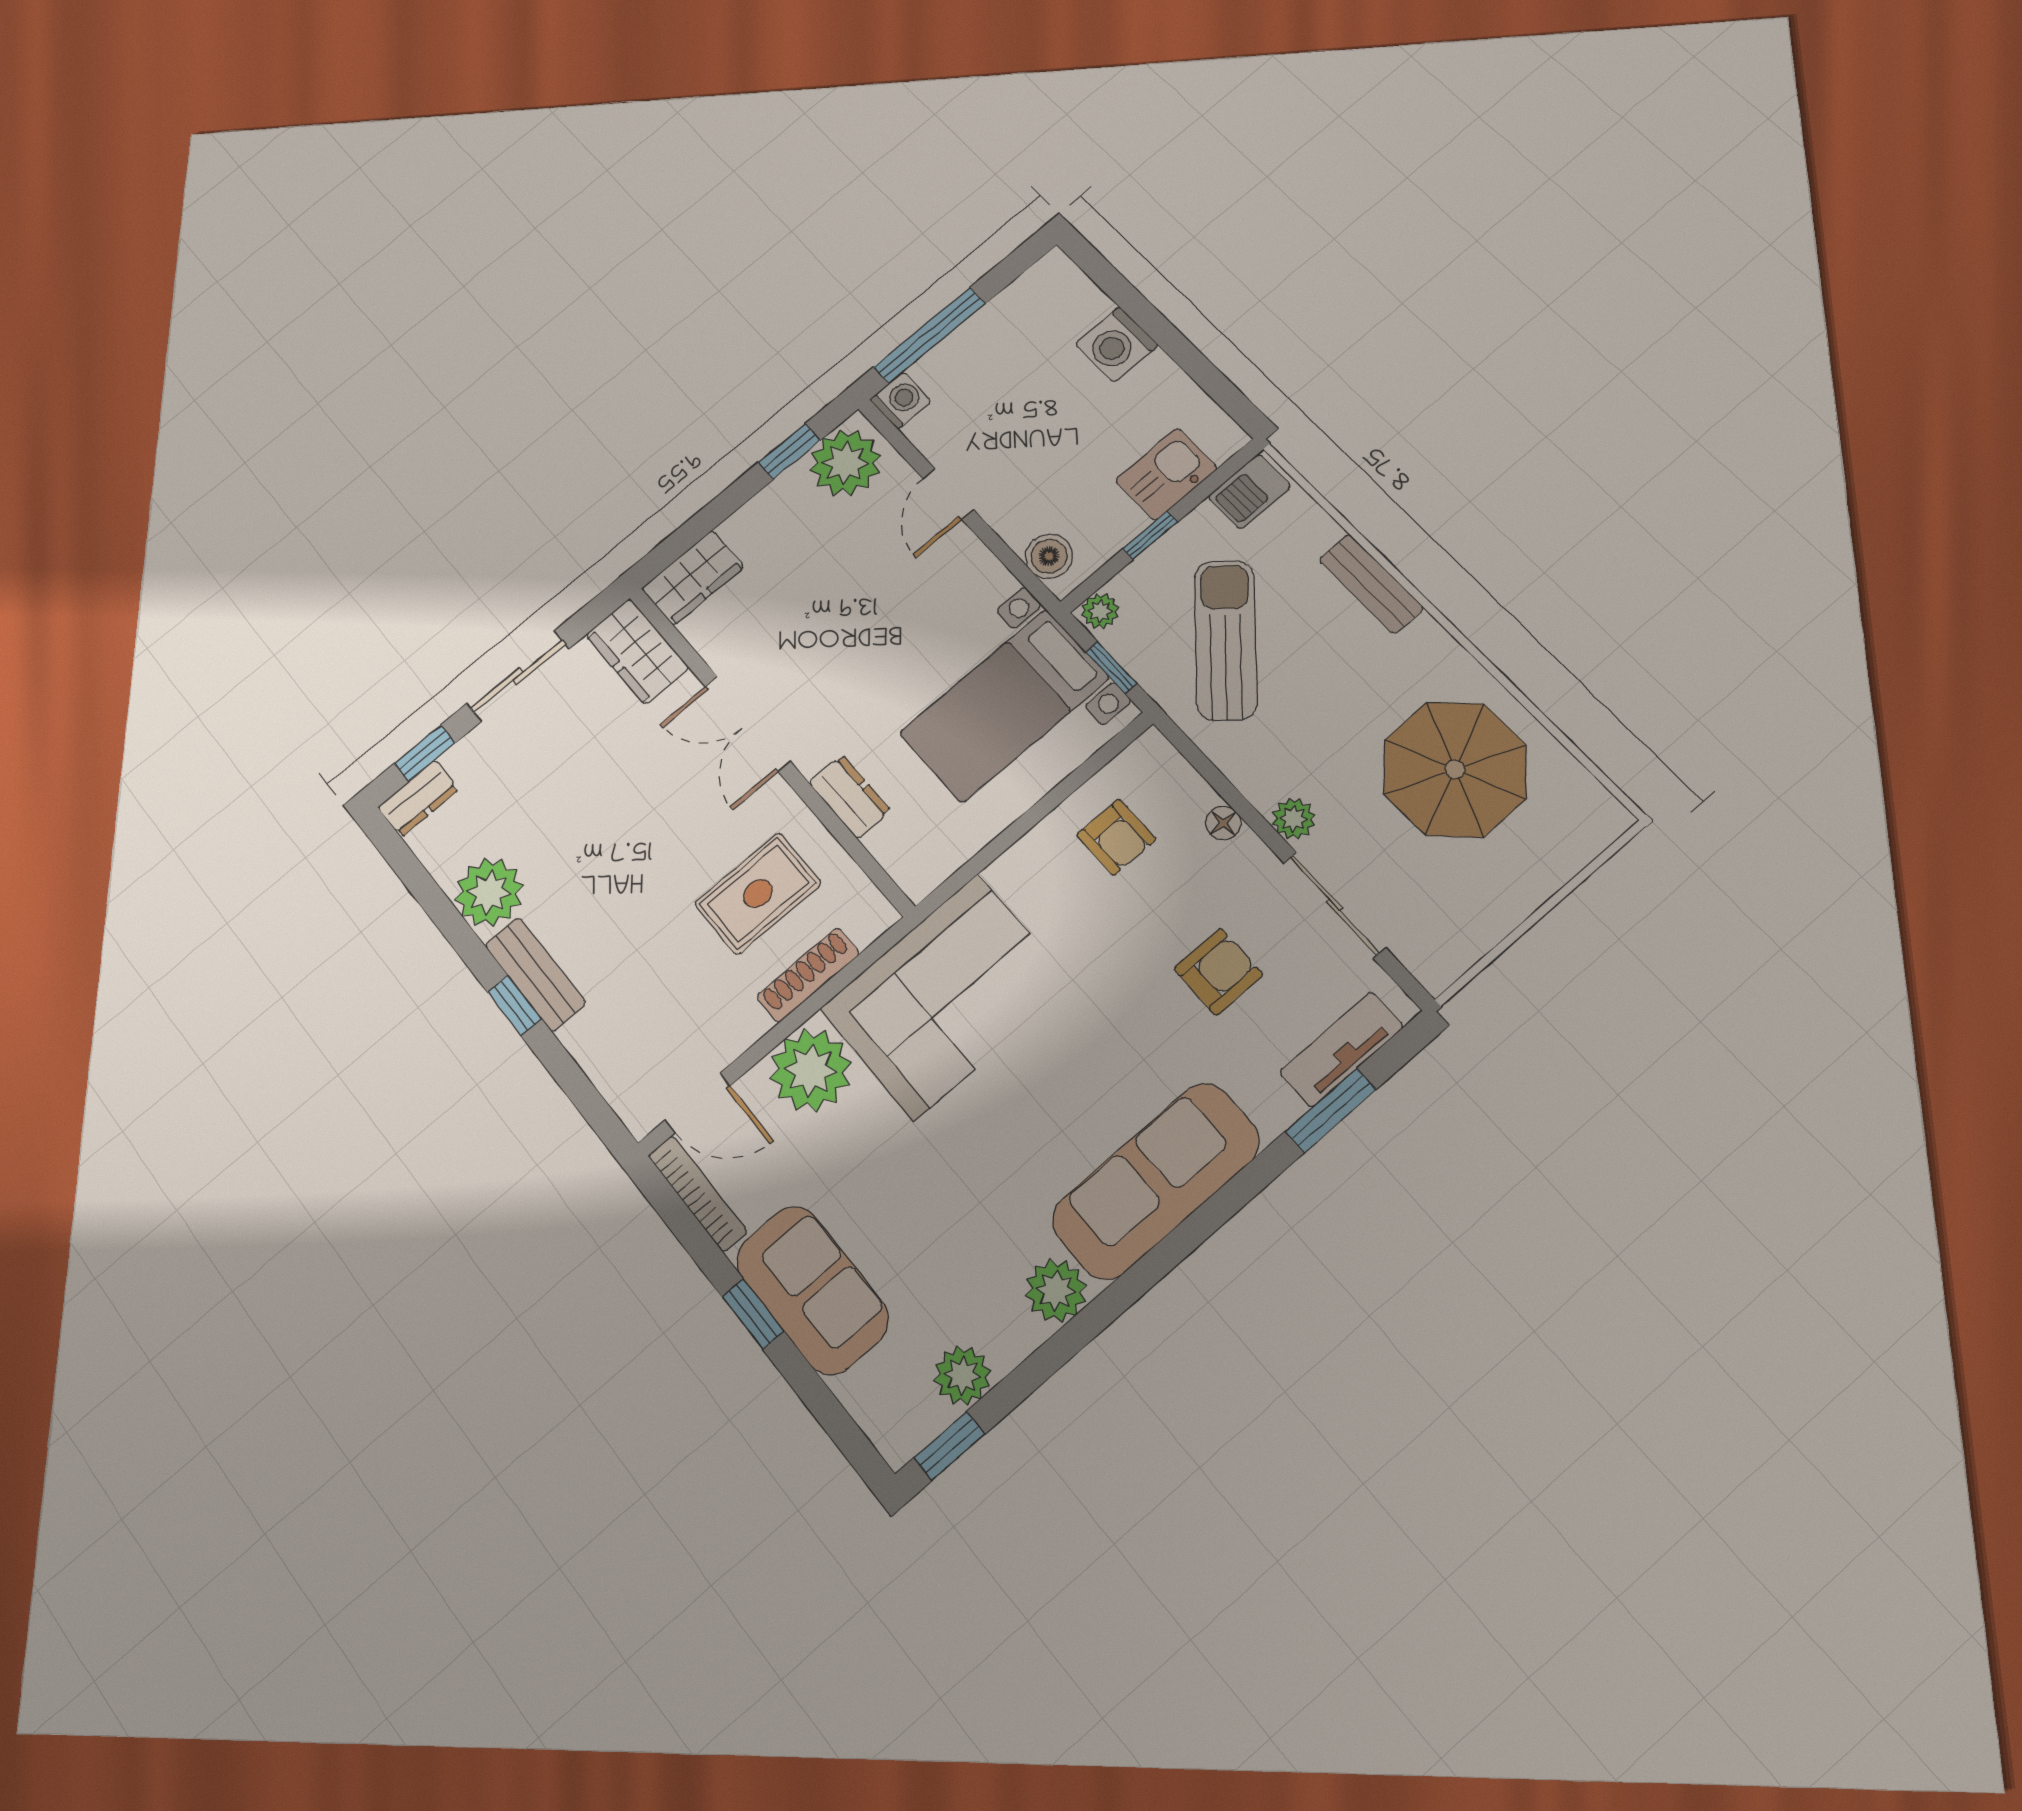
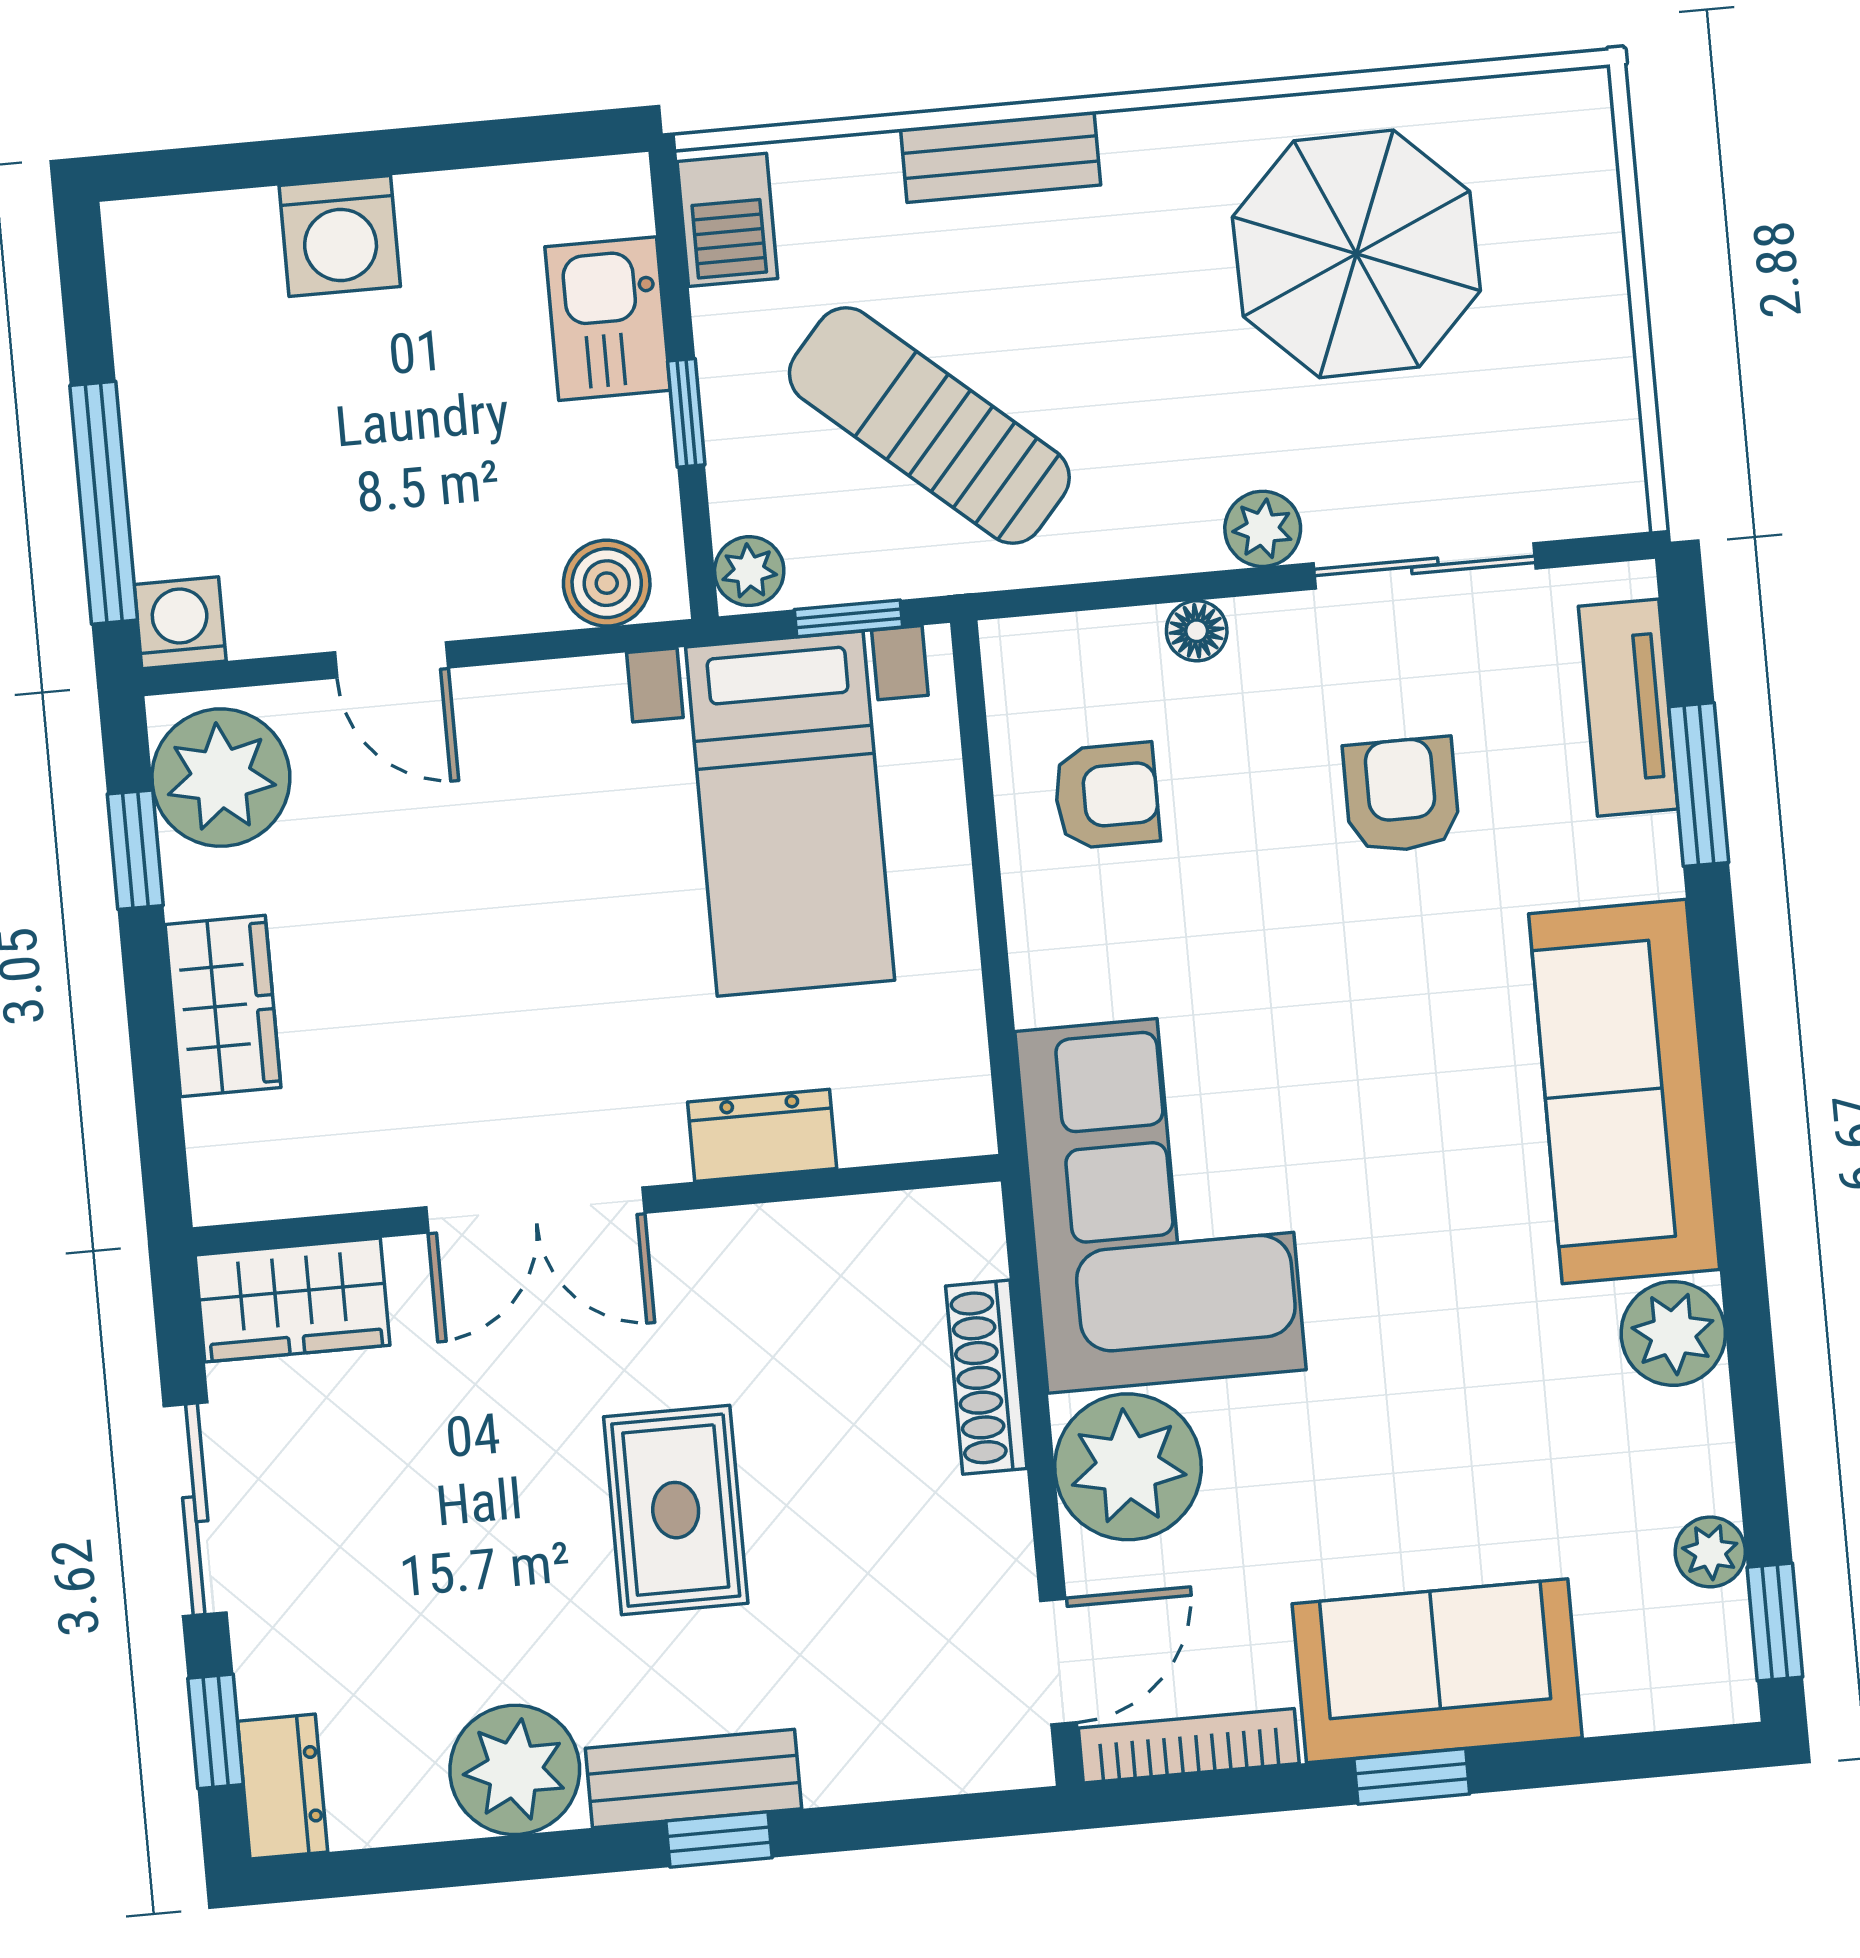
wardrobe: (693, 578) -> (223, 1006), moved
rug: (758, 893) -> (676, 1510), moved
plant: (962, 1375) -> (1710, 1552), width x0.73, depth x0.73

